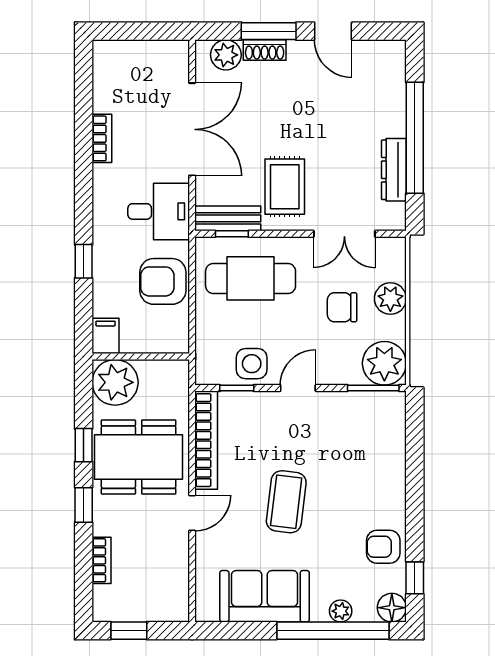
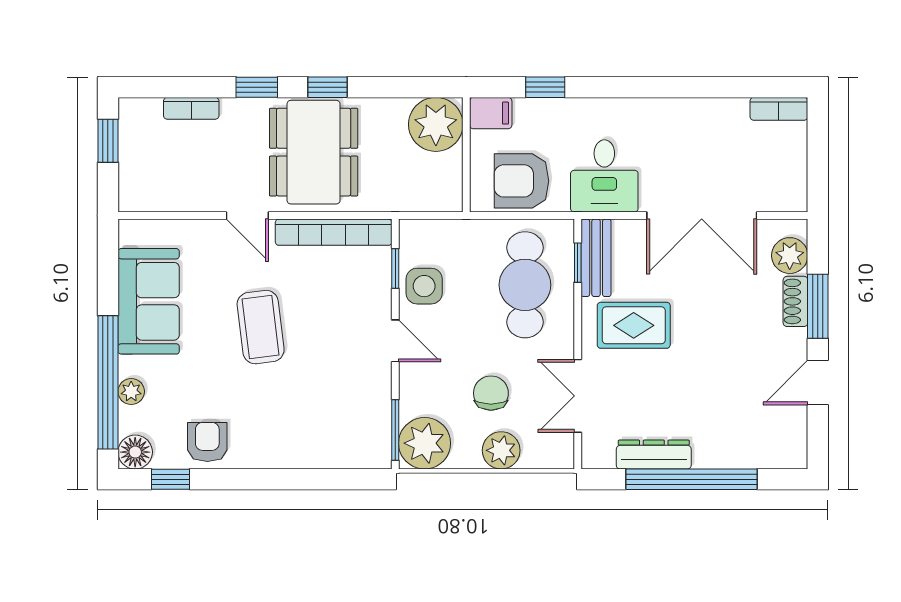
bookcase: (102, 138) -> (779, 109), moved
armchair: (163, 281) -> (521, 181), turned -90
filing cabinet: (106, 336) -> (491, 113), moved
wall: (141, 357) -> (466, 155), moved
plant: (115, 382) -> (436, 124), moved
coffee table: (286, 502) -> (261, 327), turned 76

